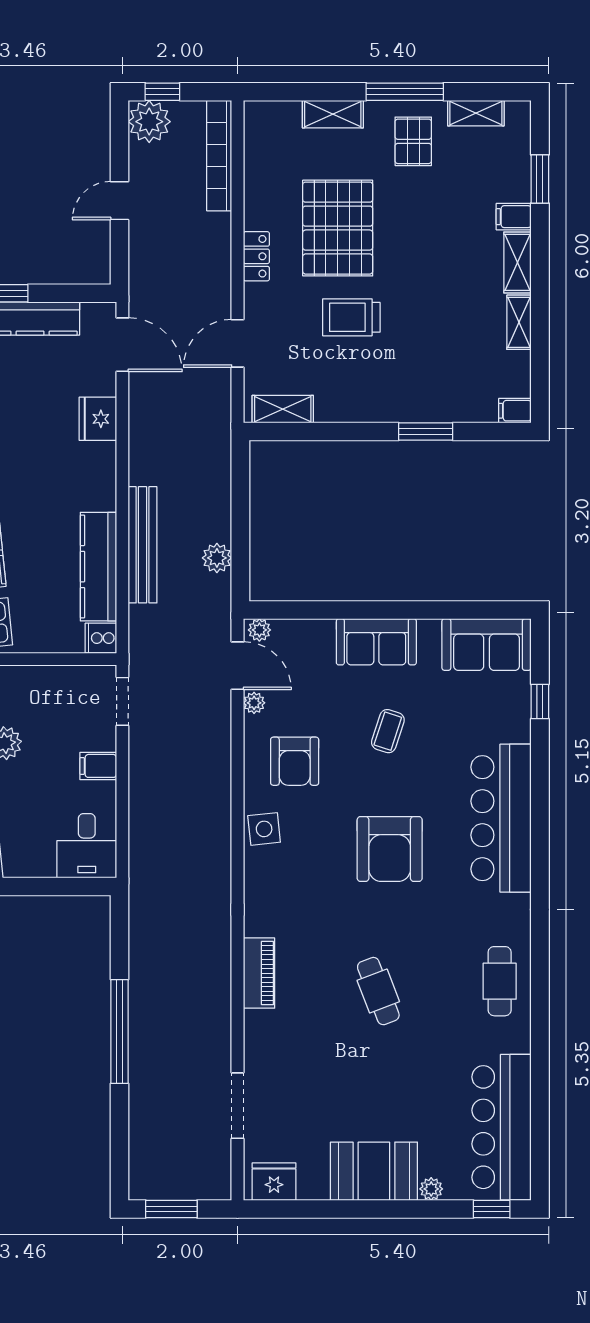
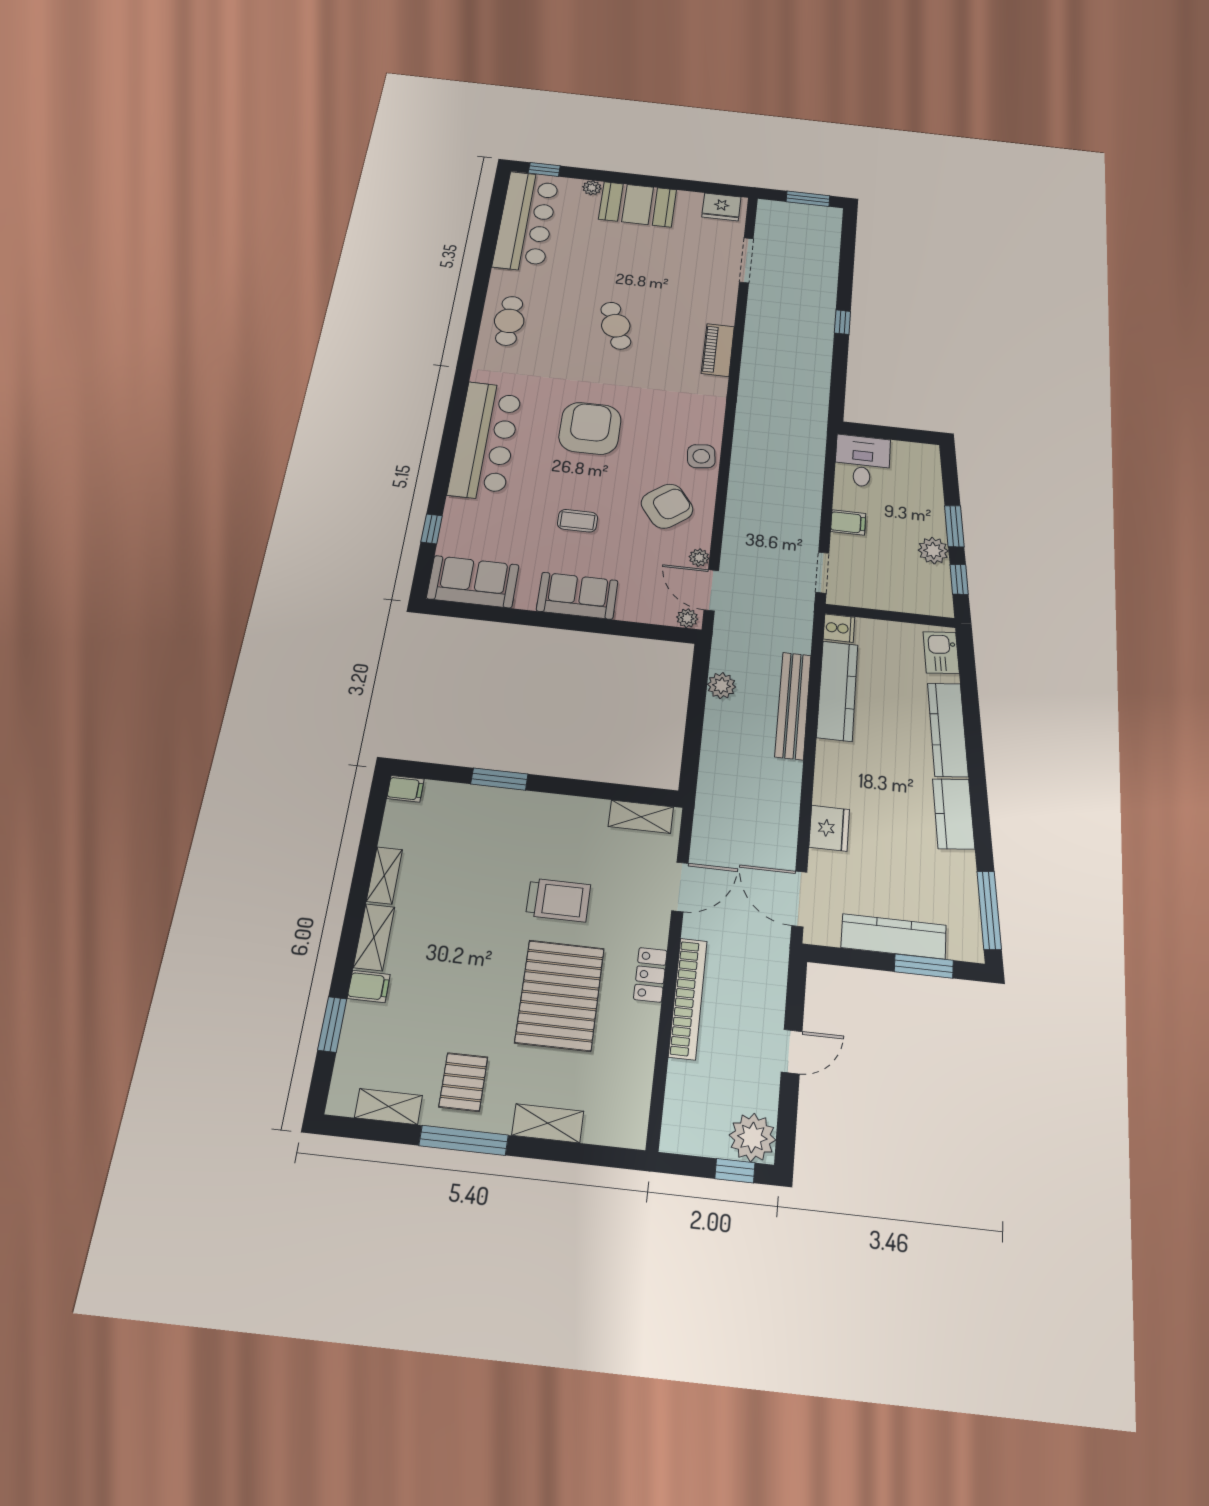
bookcase: (219, 156) -> (688, 998), moved
coffee table: (388, 731) -> (578, 521), turned 72
armchair: (295, 761) -> (667, 506), turned 53
window: (119, 1031) -> (842, 322), width x0.32

